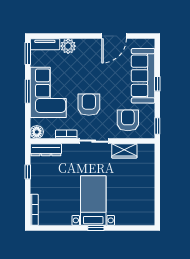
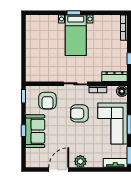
plant: (68, 46) -> (80, 161), moved
sofa: (143, 76) -> (35, 131), width x0.73
armchair: (89, 105) -> (79, 113), turned 90
wardrobe: (124, 151) -> (50, 76), removed

